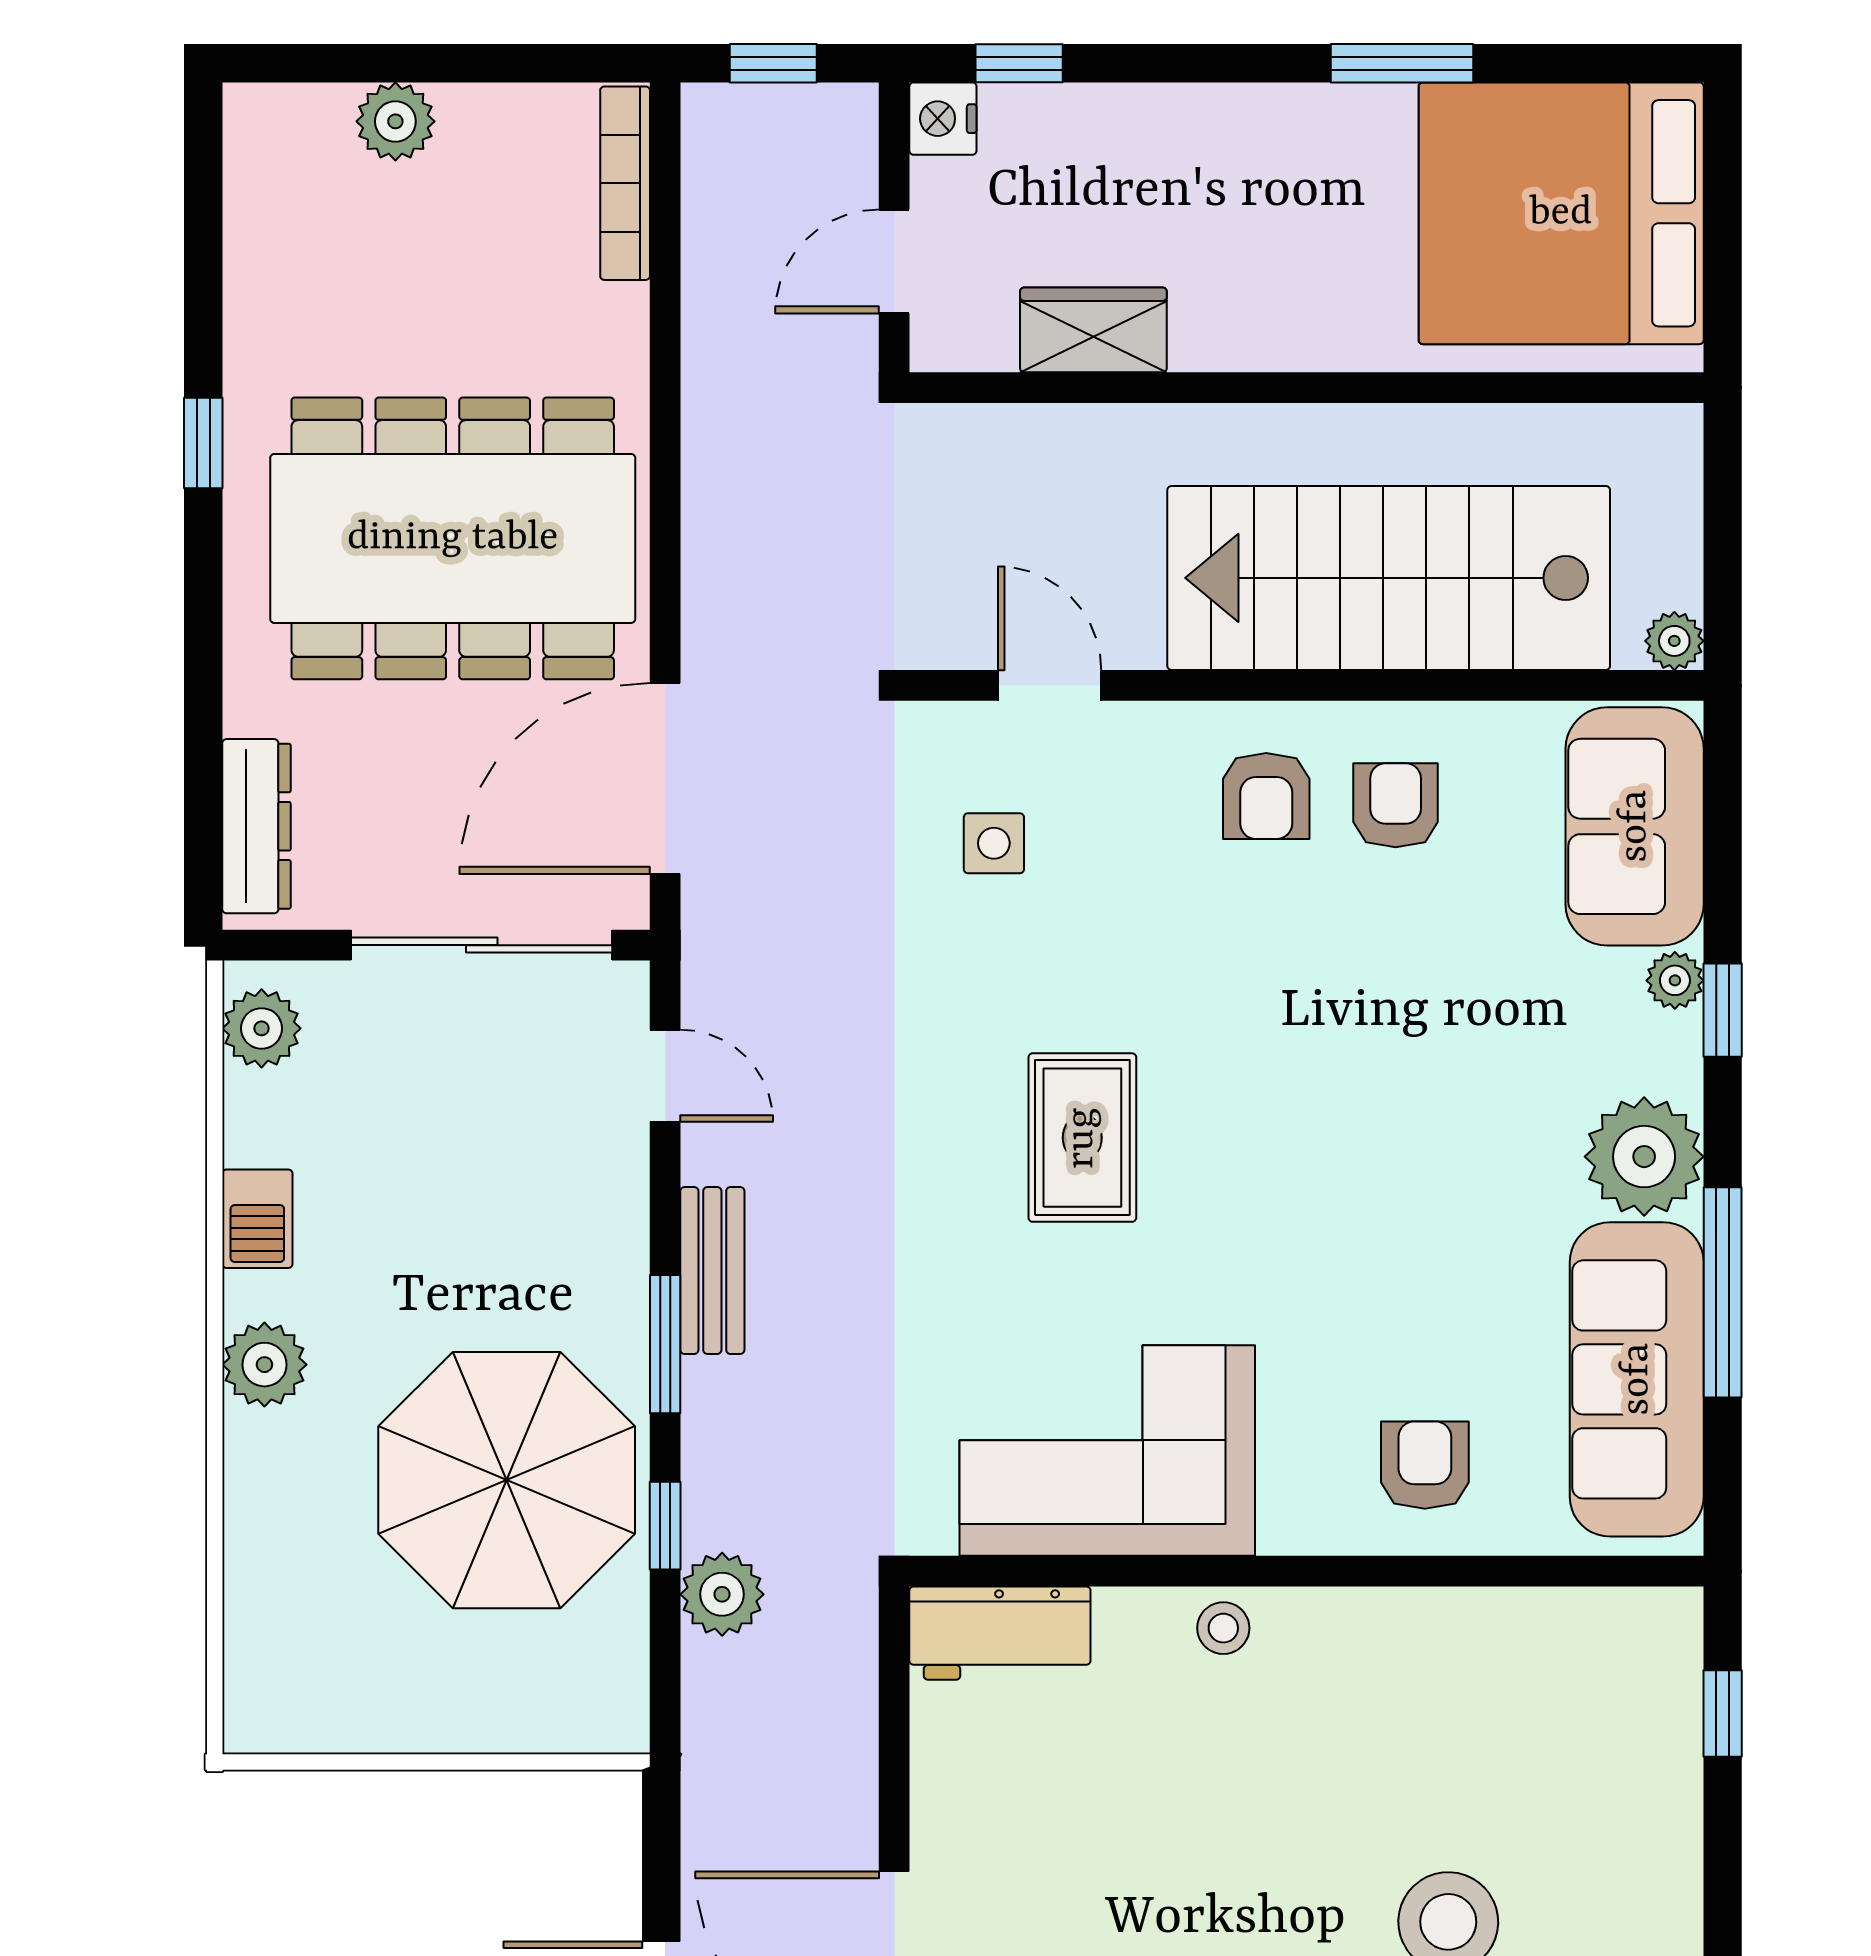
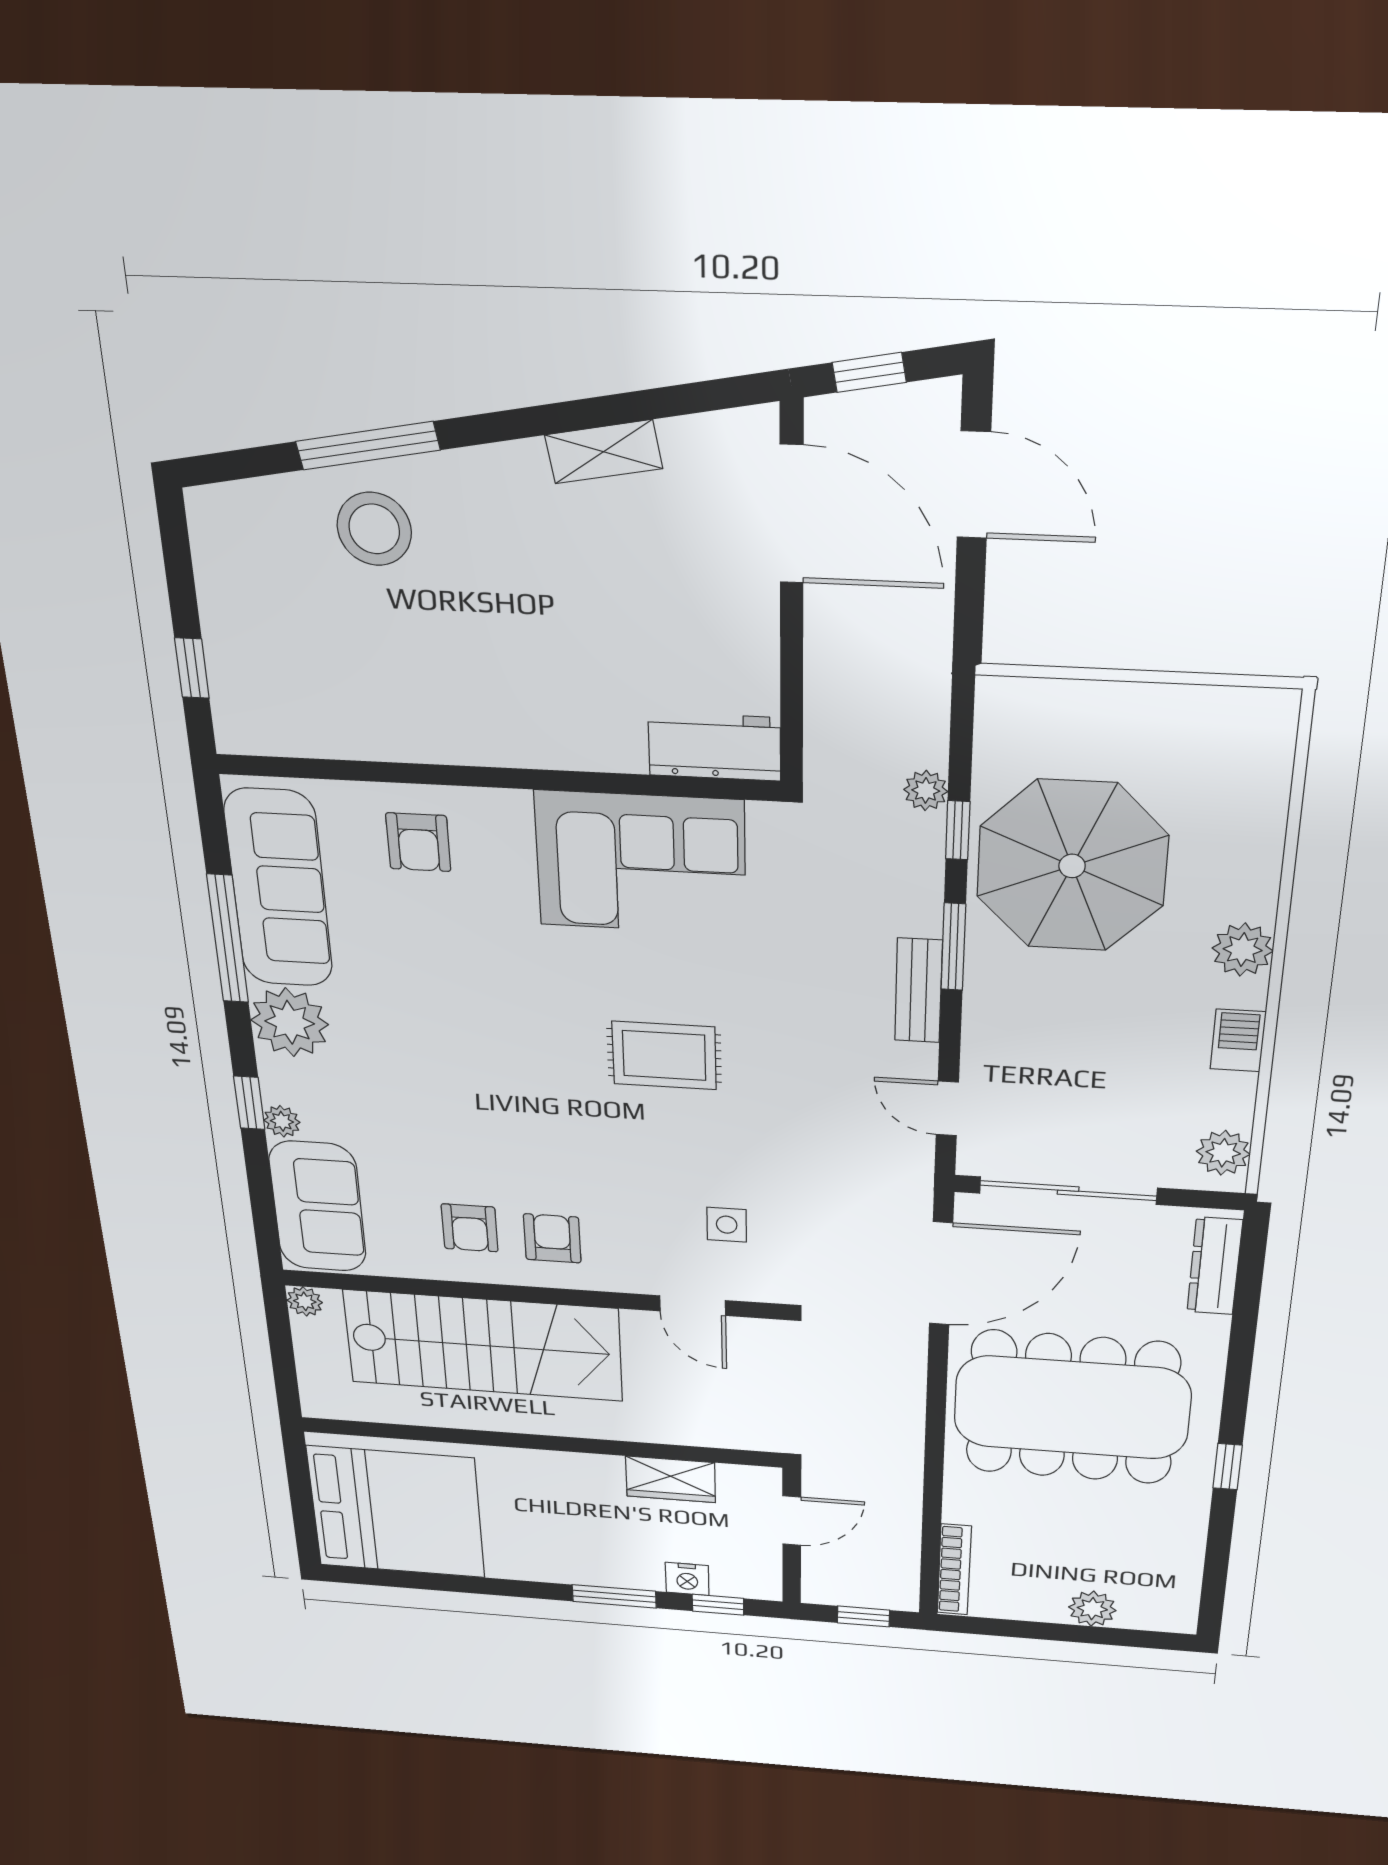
window: (1402, 63) -> (614, 1596), moved
nightstand: (943, 119) -> (687, 1579), moved, turned 90
rug: (1082, 1138) -> (664, 1055), turned 90
plant: (722, 1594) -> (926, 790), width x0.73, depth x0.73
stool: (1223, 1628) -> (553, 742), removed

